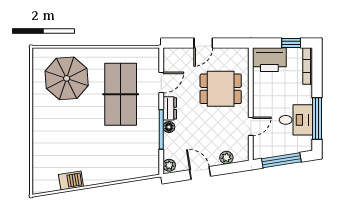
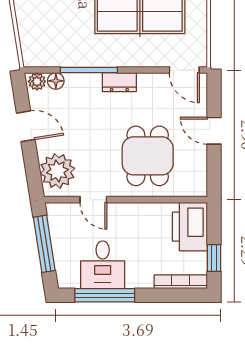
door: (161, 83) -> (184, 70), moved
floor lamp: (169, 127) -> (56, 81), moved
plant: (226, 158) -> (57, 171), width x1.88, depth x1.88
door: (200, 173) -> (26, 126), hinge flipped

